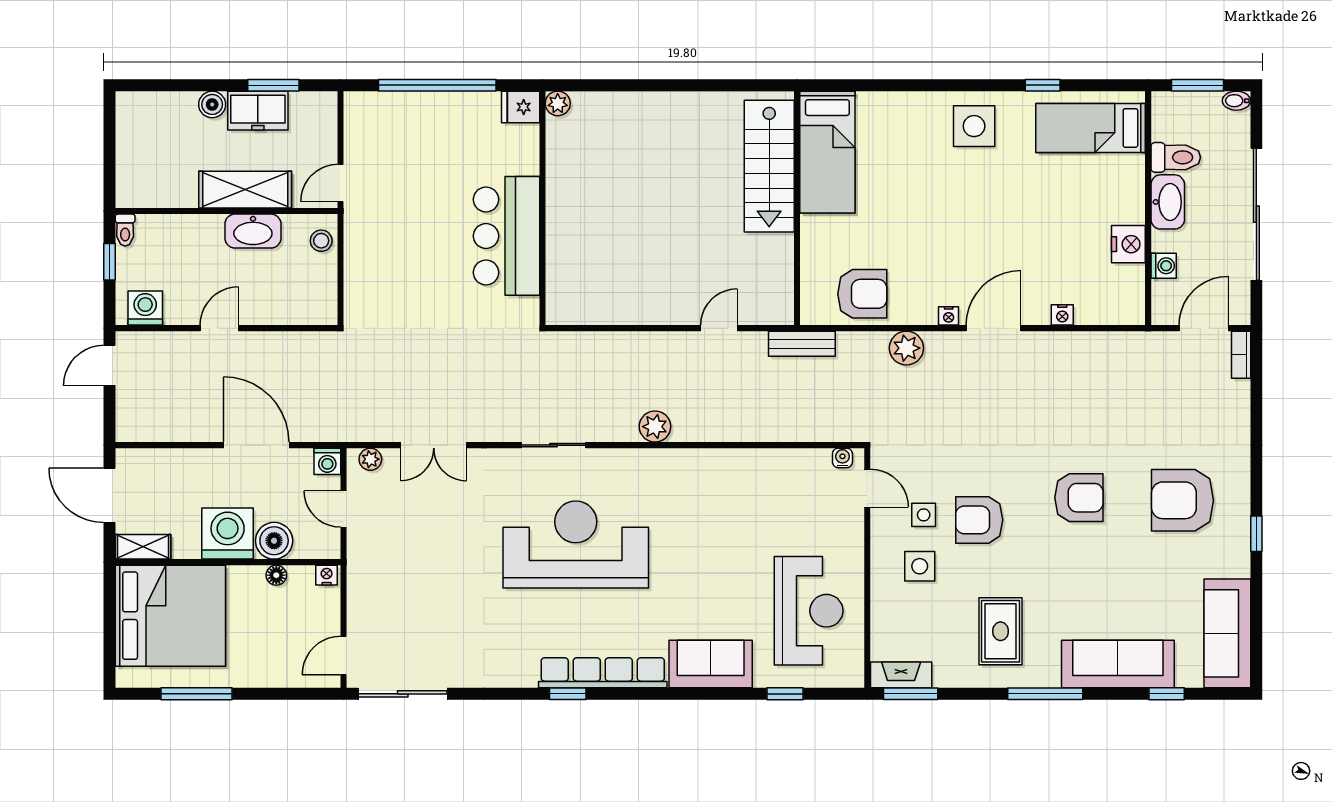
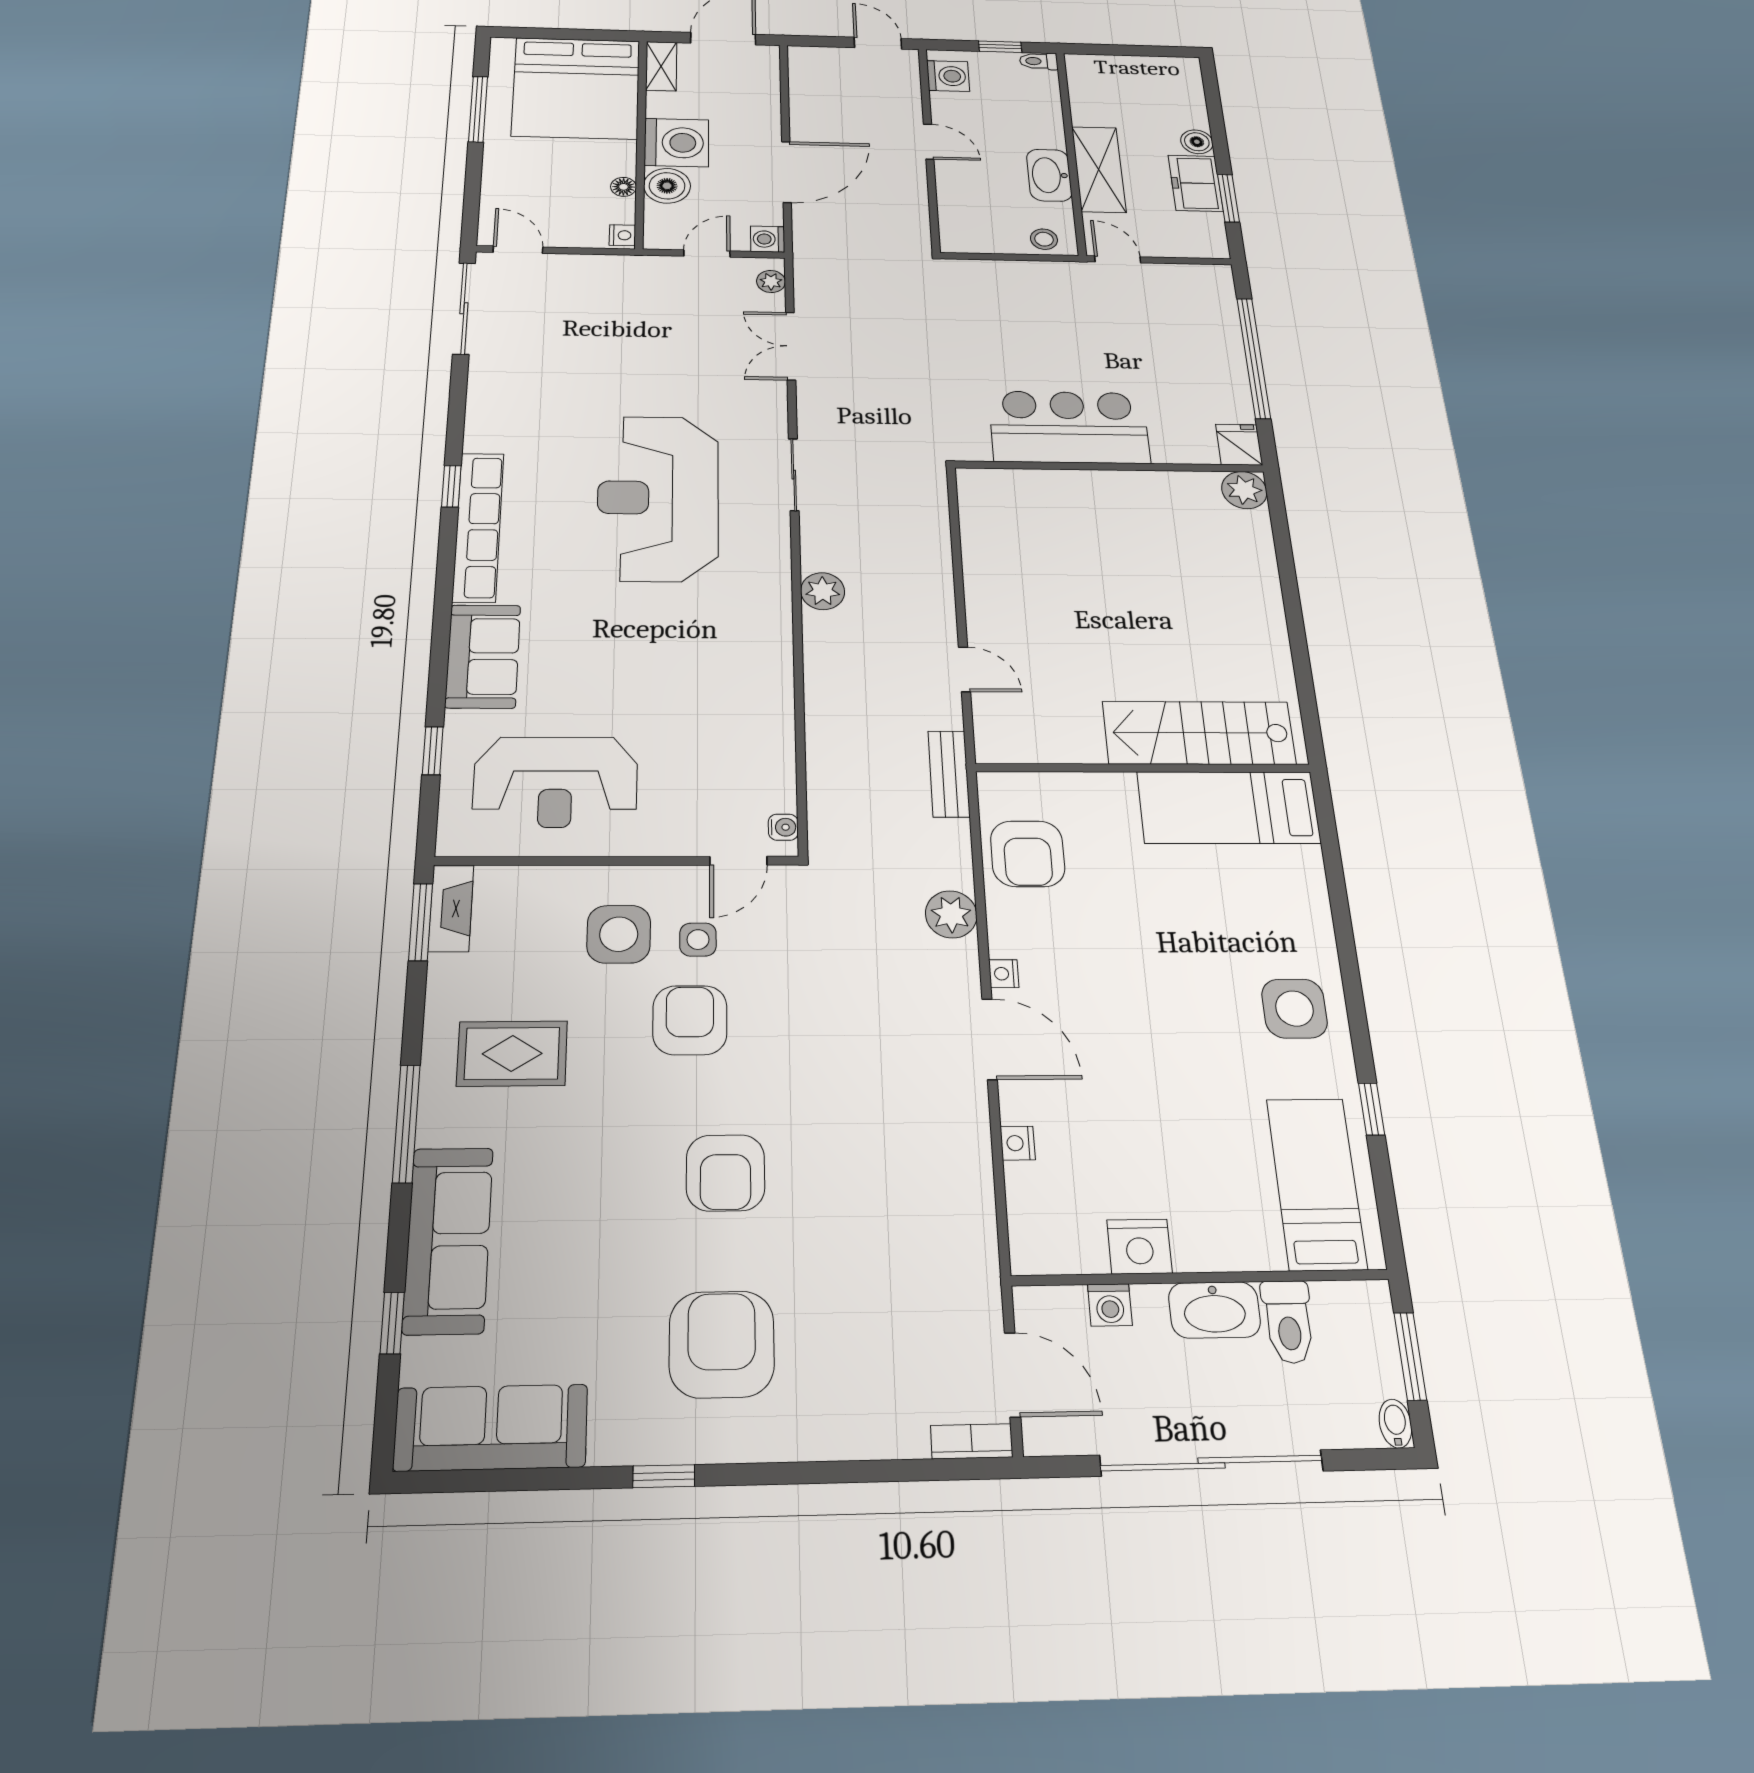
plant: (558, 103) -> (1244, 490), width x1.38, depth x1.38
reception desk: (576, 545) -> (658, 498), turned 180
side table: (920, 566) -> (619, 934), width x1.37, depth x1.37

